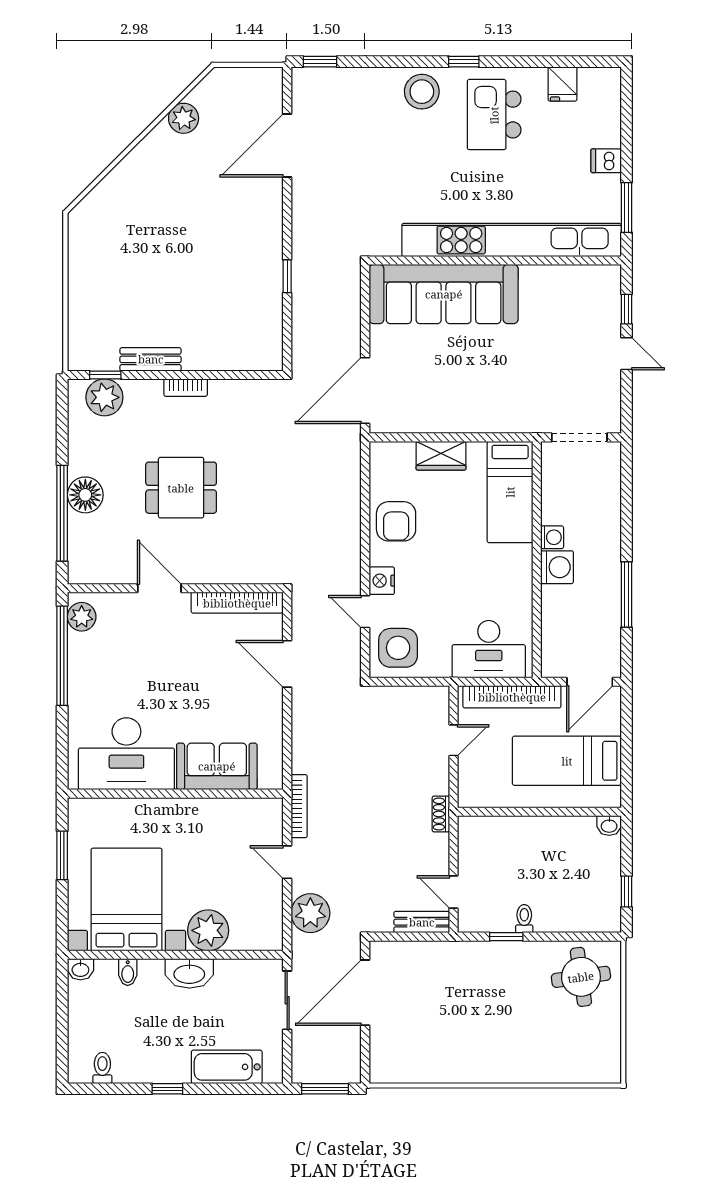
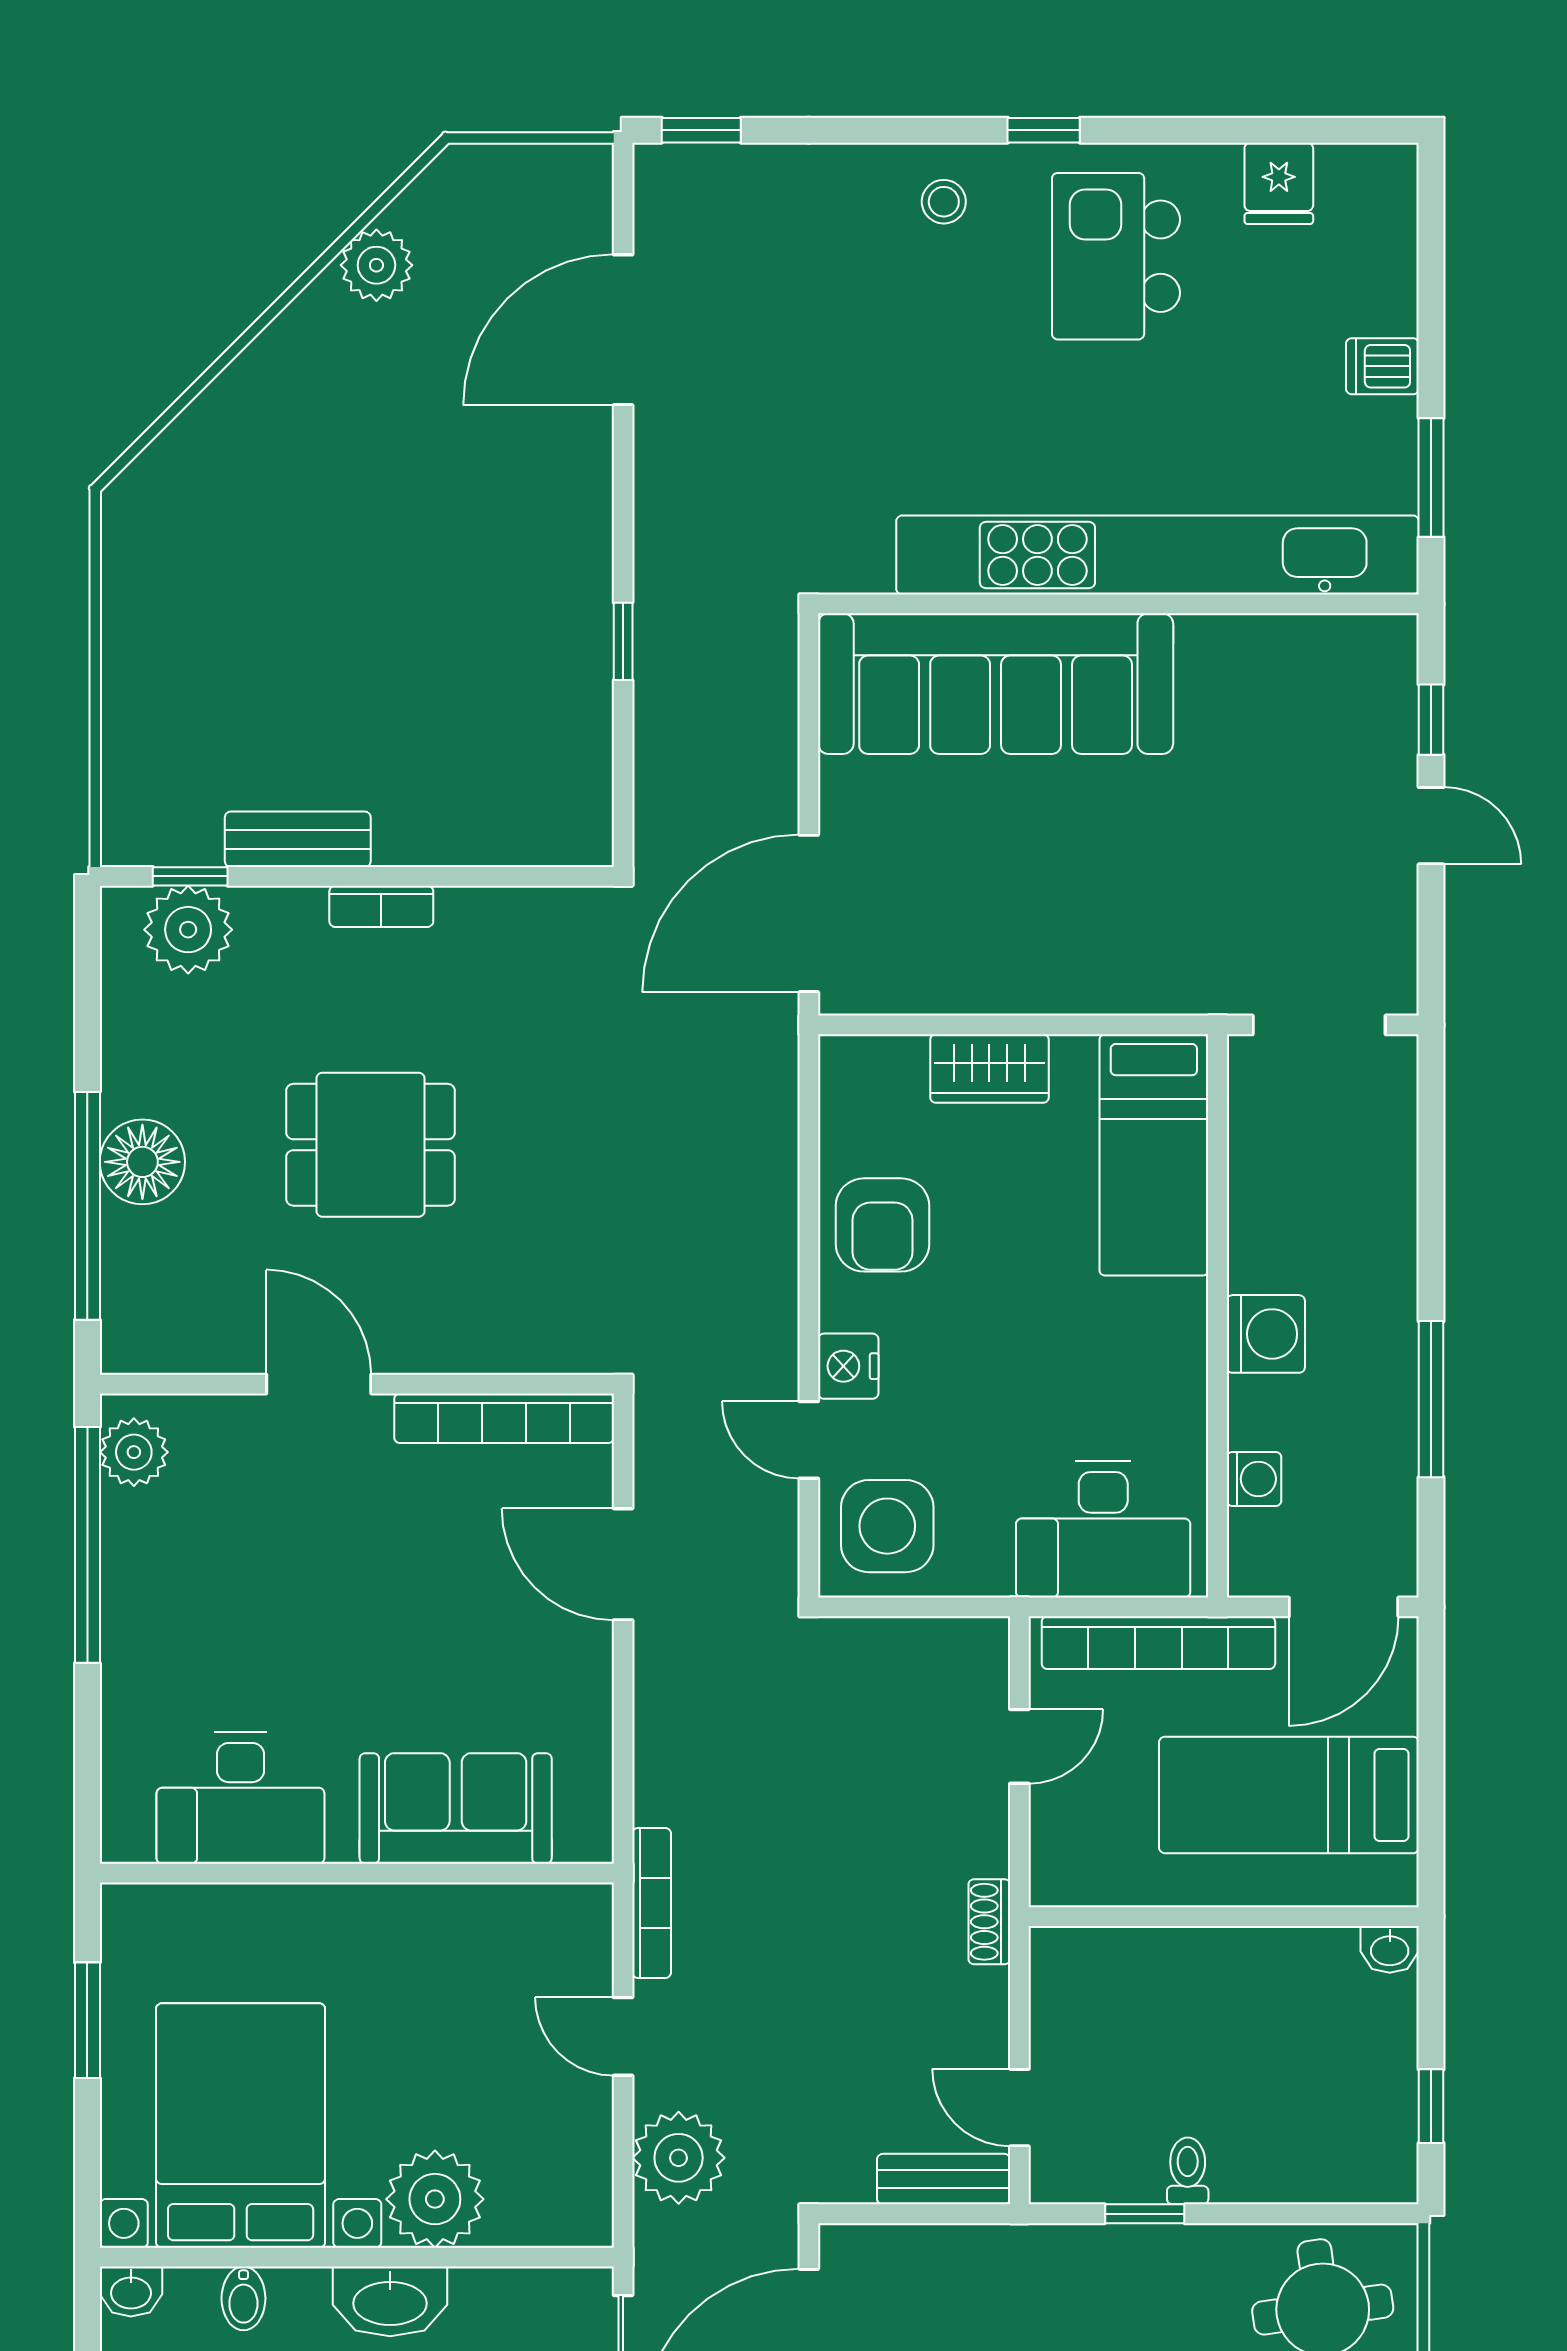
stool: (422, 92) -> (944, 202), width x0.53, depth x0.53
washing machine: (552, 537) -> (1254, 1479), moved
desk: (126, 754) -> (240, 1798), width x0.73, depth x0.77

